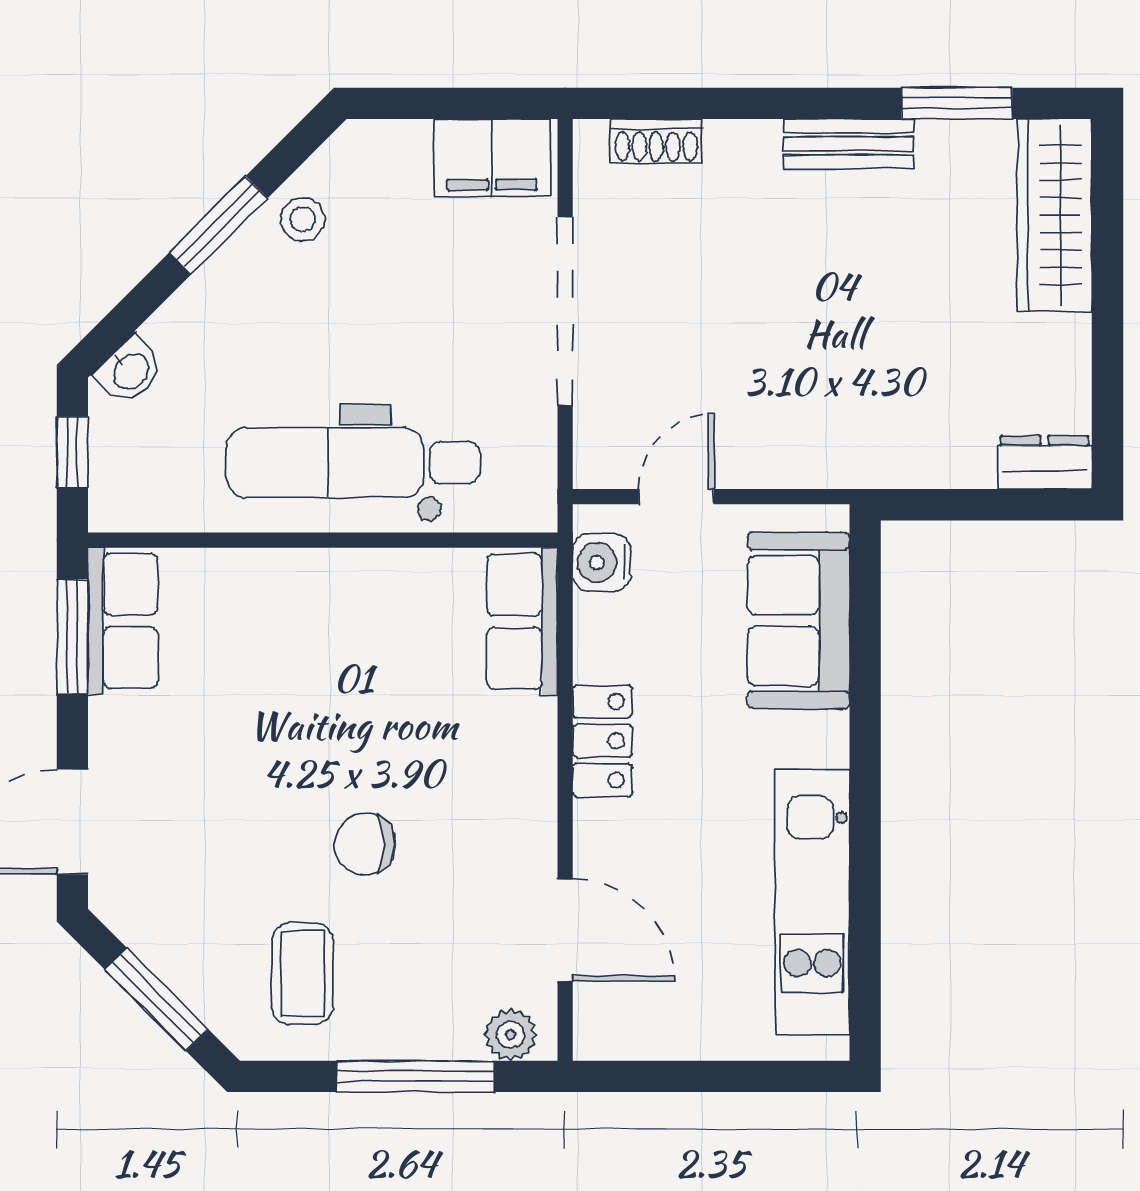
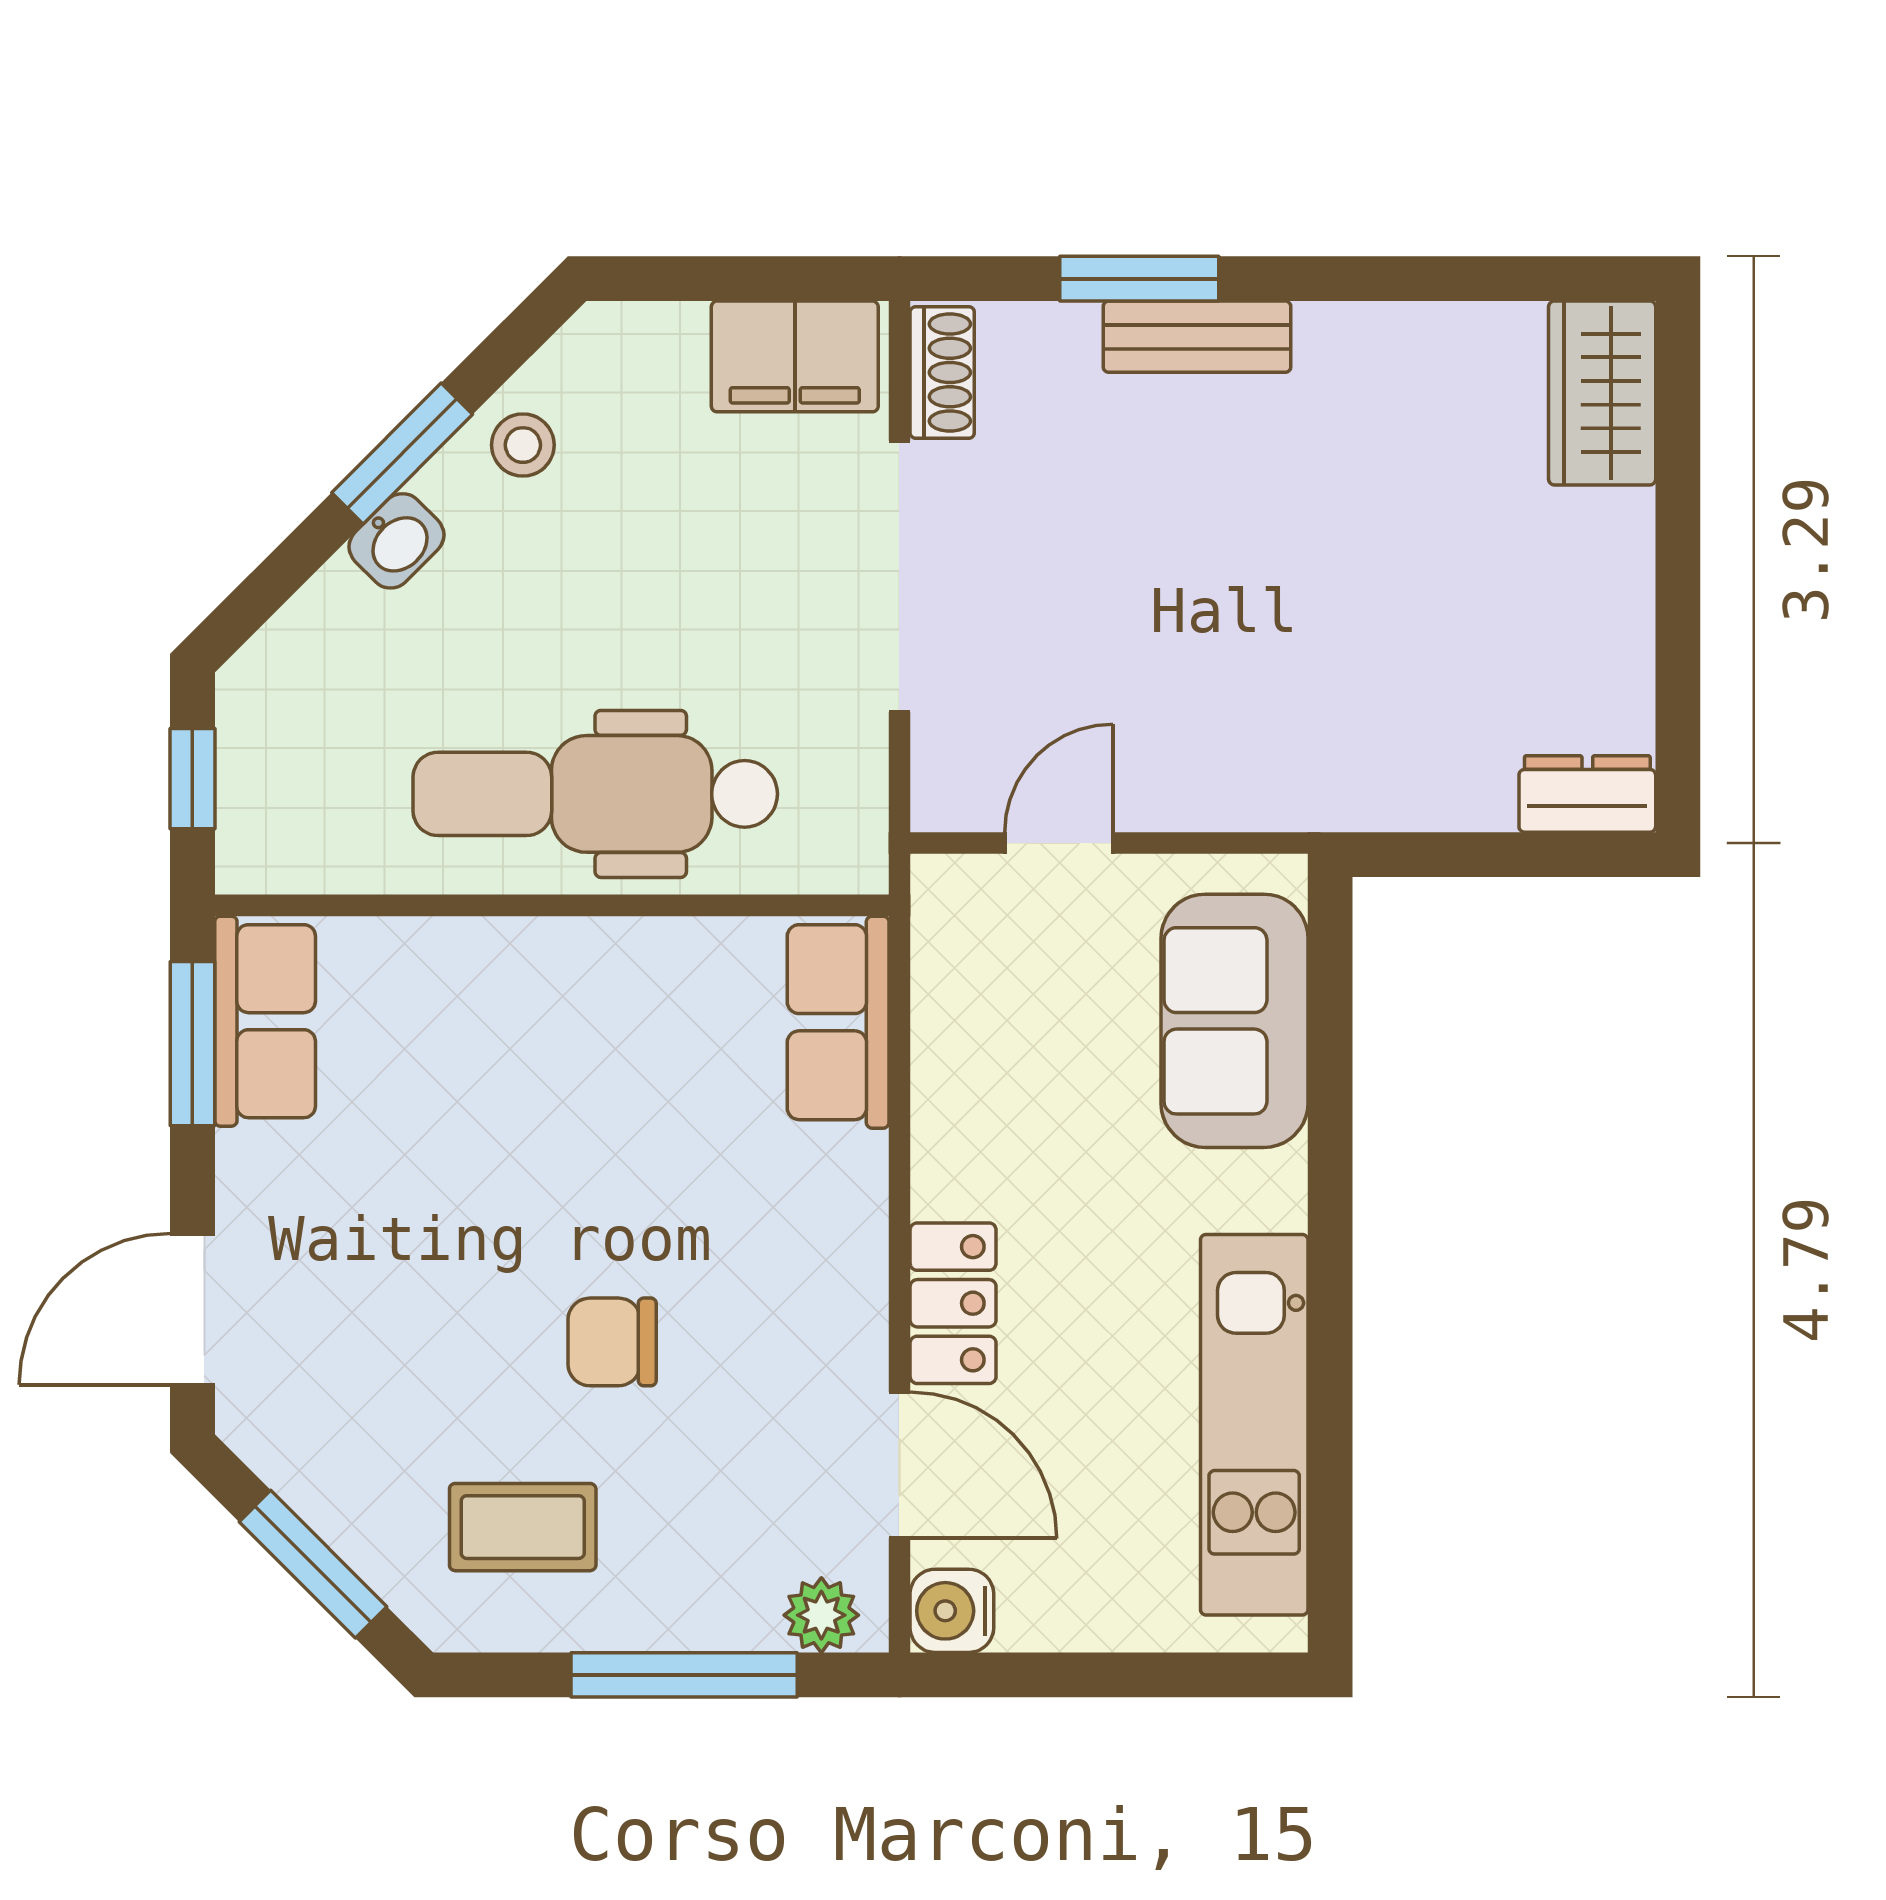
window: (957, 103) -> (1139, 279), moved
shoe rack: (656, 141) -> (942, 372), moved, turned -90
bench: (848, 144) -> (1197, 337), moved
wardrobe: (1055, 215) -> (1602, 393), width x0.67
washbasin: (130, 371) -> (396, 541), moved
water cooler: (602, 562) -> (952, 1611), moved
locker: (602, 741) -> (953, 1303), moved
coffee table: (302, 973) -> (523, 1527), turned 90

